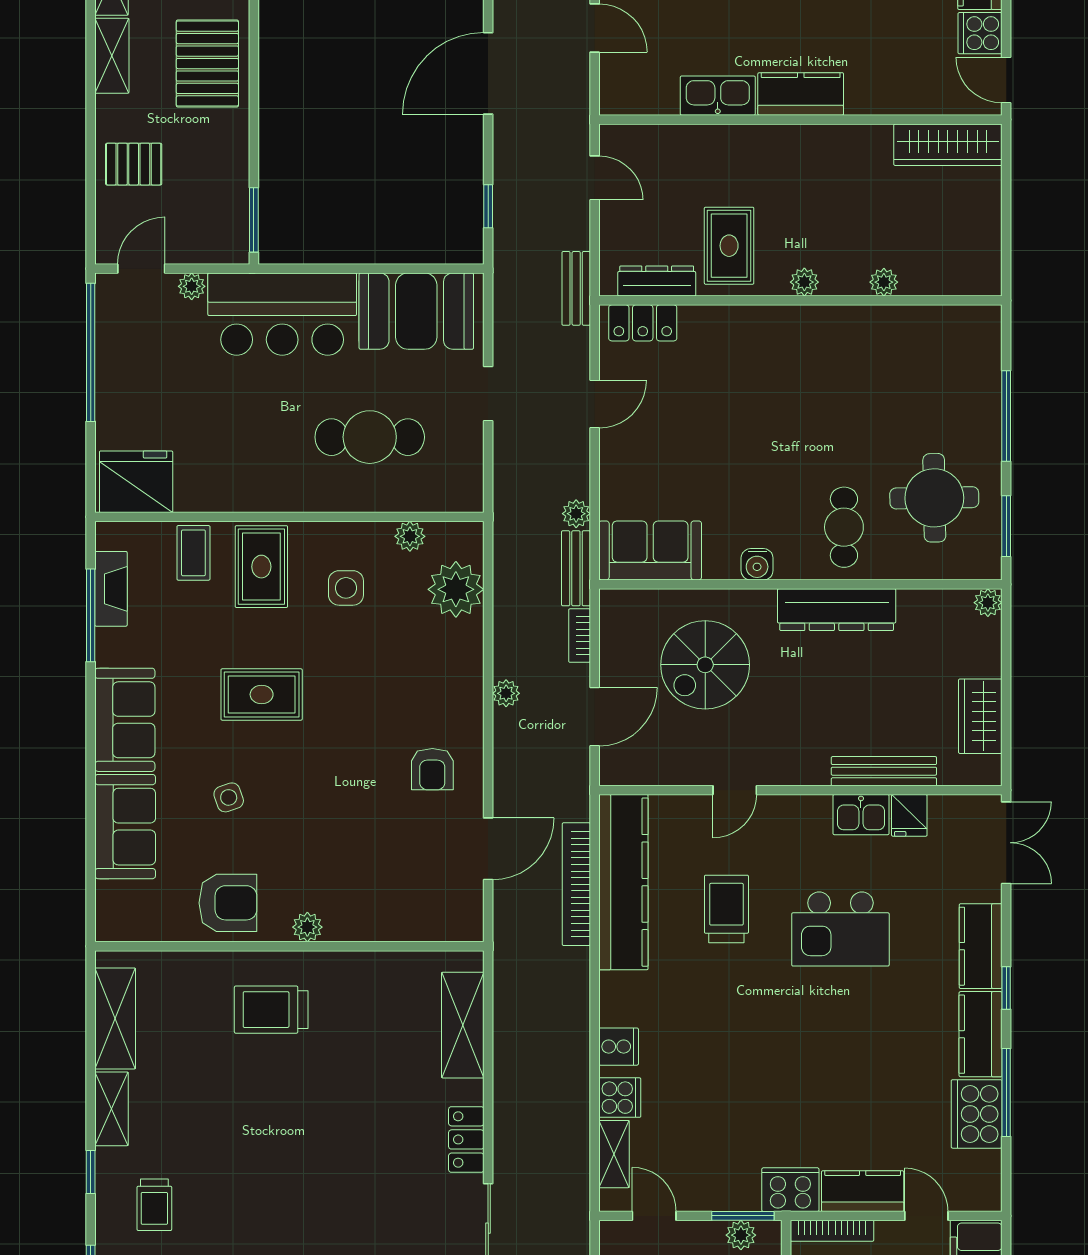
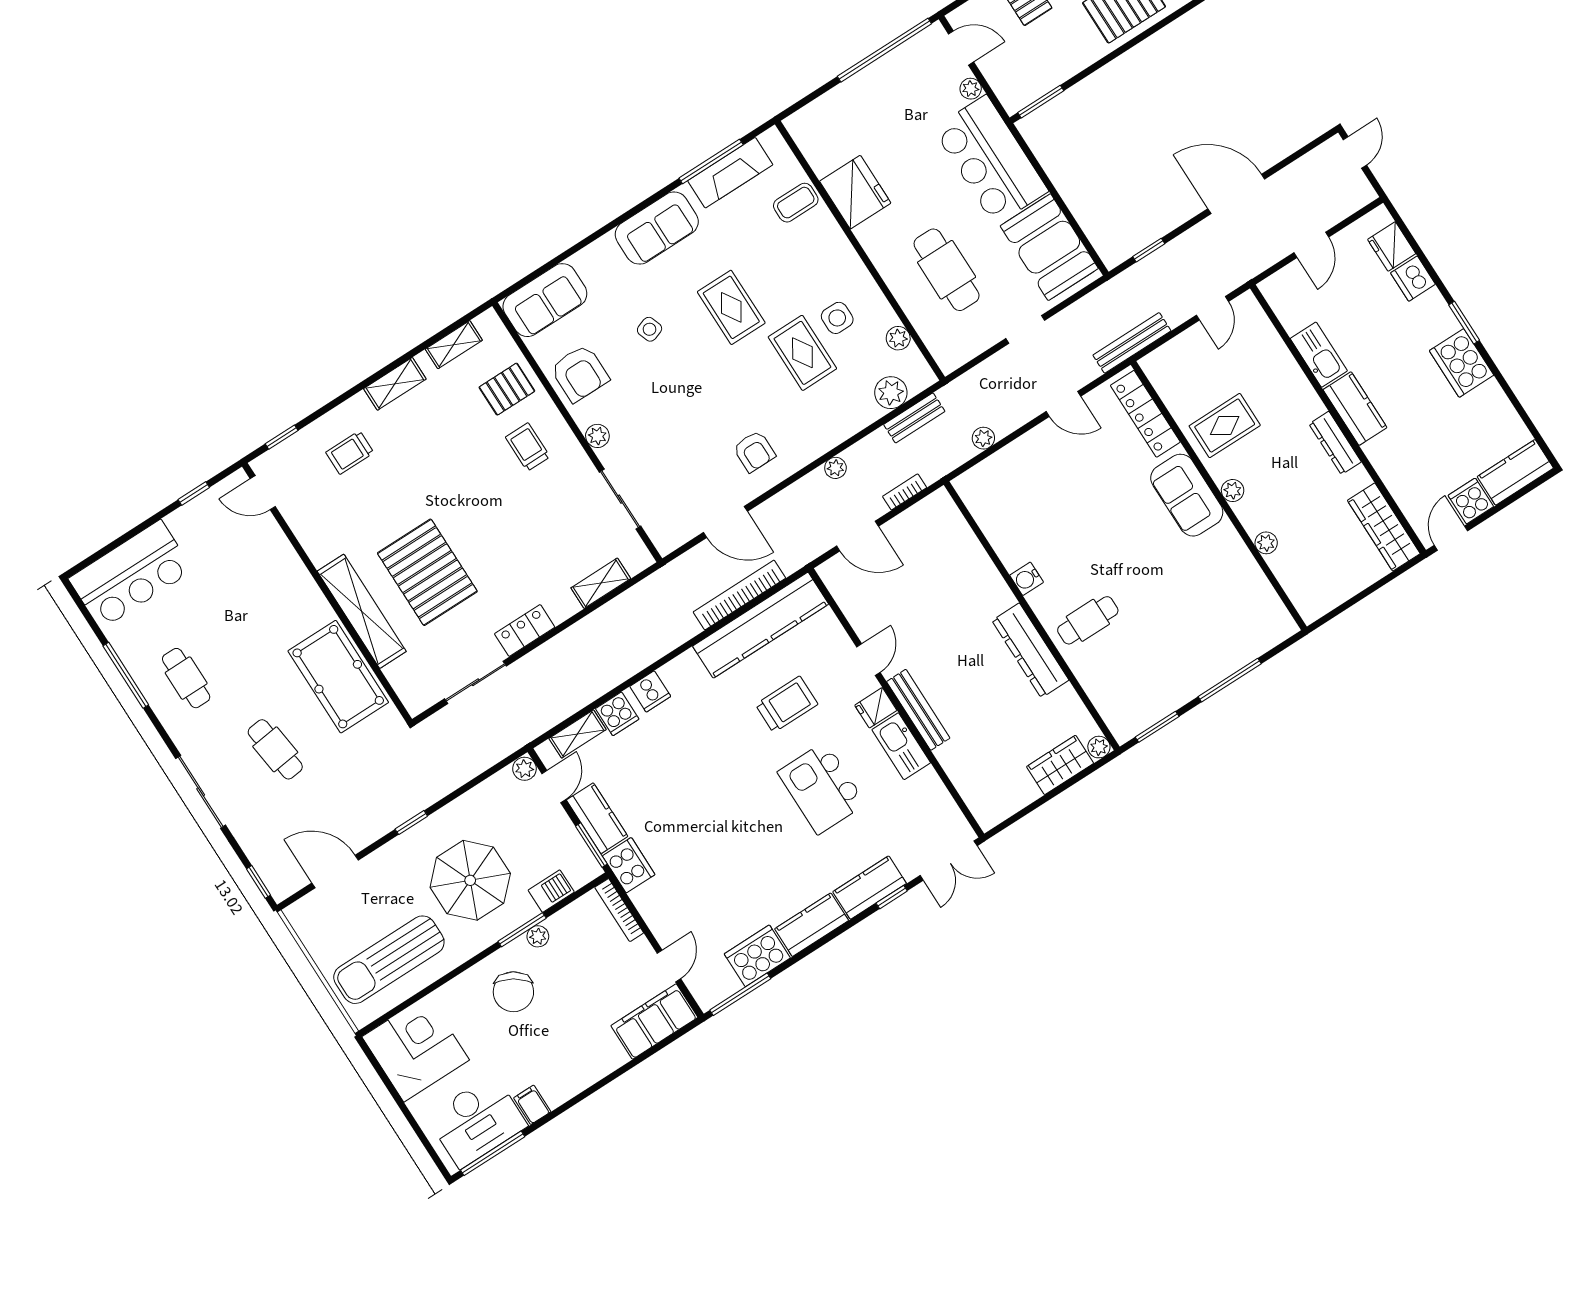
dresser: (657, 281) -> (1335, 443), moved, turned 180
bench: (576, 288) -> (1132, 343), width x1.36
locker: (643, 323) -> (1145, 414), width x1.53
fridge: (136, 482) -> (855, 192), moved
round table: (934, 498) -> (1145, 667), removed
sofa: (650, 550) -> (1187, 495), moved, turned 180
rug: (261, 567) -> (802, 353), moved, turned 90
bench: (576, 568) -> (914, 418), moved
fireplace: (111, 589) -> (730, 173), width x1.37, depth x1.32
plant: (456, 589) -> (891, 393), width x0.73, depth x0.73
spiral stairs: (705, 665) -> (938, 587), removed
wardrobe: (980, 716) -> (1060, 765), moved
armchair: (432, 769) -> (754, 451), turned -90
bench: (884, 771) -> (918, 710), moved
door: (735, 790) -> (868, 660), swing flipped
kitchen sink: (861, 815) -> (901, 746), width x1.38
fridge: (909, 815) -> (876, 708), moved
sofa: (125, 827) -> (545, 300), moved
sliding door: (391, 946) -> (620, 499), added
window: (1006, 988) -> (892, 897), moved
pallet: (195, 992) -> (507, 389), added
trolley: (271, 1010) -> (528, 447), width x0.73, depth x0.72
shelving: (115, 1018) -> (454, 345), width x0.67, depth x0.75
shelving: (463, 1025) -> (601, 583), width x0.67, depth x0.75
window: (1006, 1093) -> (740, 994), moved
window: (91, 1172) -> (344, 397), removed
kitchen counter: (863, 1191) -> (597, 818), moved
pallet: (337, 1204) -> (427, 572), added
plant: (741, 1235) -> (524, 769), moved

